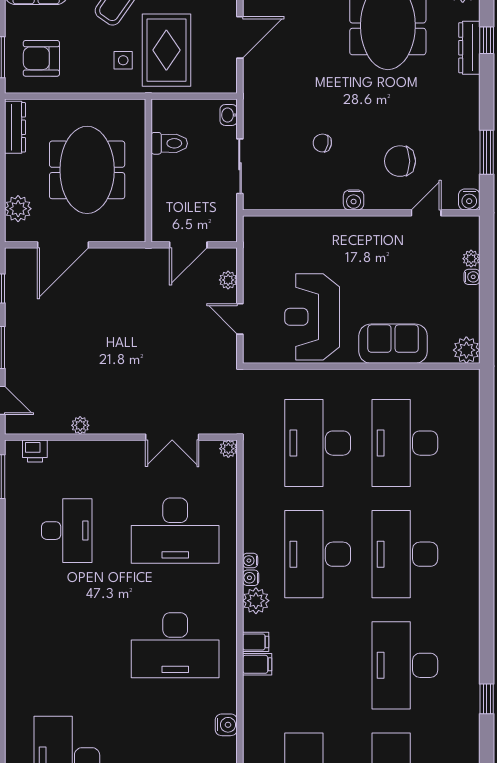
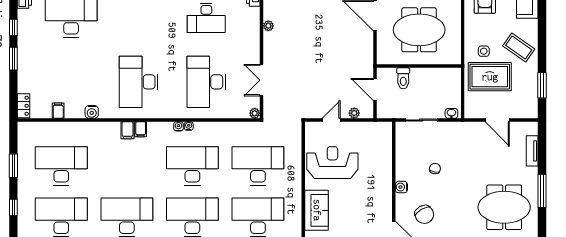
toilet: (169, 143) -> (403, 78), moved
chair: (400, 161) -> (424, 214), turned 150
plant: (256, 601) -> (165, 129), removed

